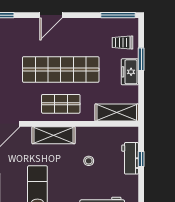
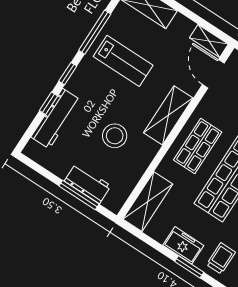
window: (141, 159) -> (79, 195), width x2.17
stool: (89, 161) -> (115, 136), width x1.89, depth x1.89

